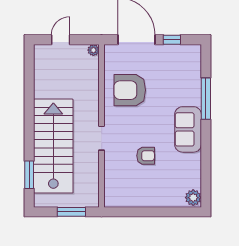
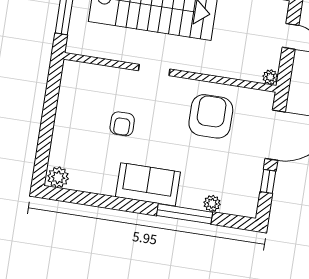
plant: (195, 79) -> (212, 203), added

